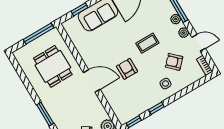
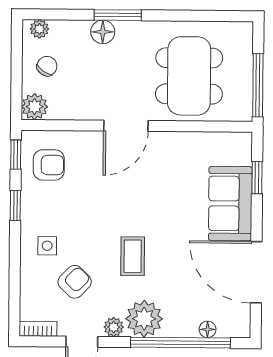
plant: (176, 19) -> (144, 319), width x1.87, depth x1.87
dining table: (53, 66) -> (189, 76), width x1.38
armchair: (127, 69) -> (49, 165), moved
floor lamp: (56, 116) -> (103, 32), added

